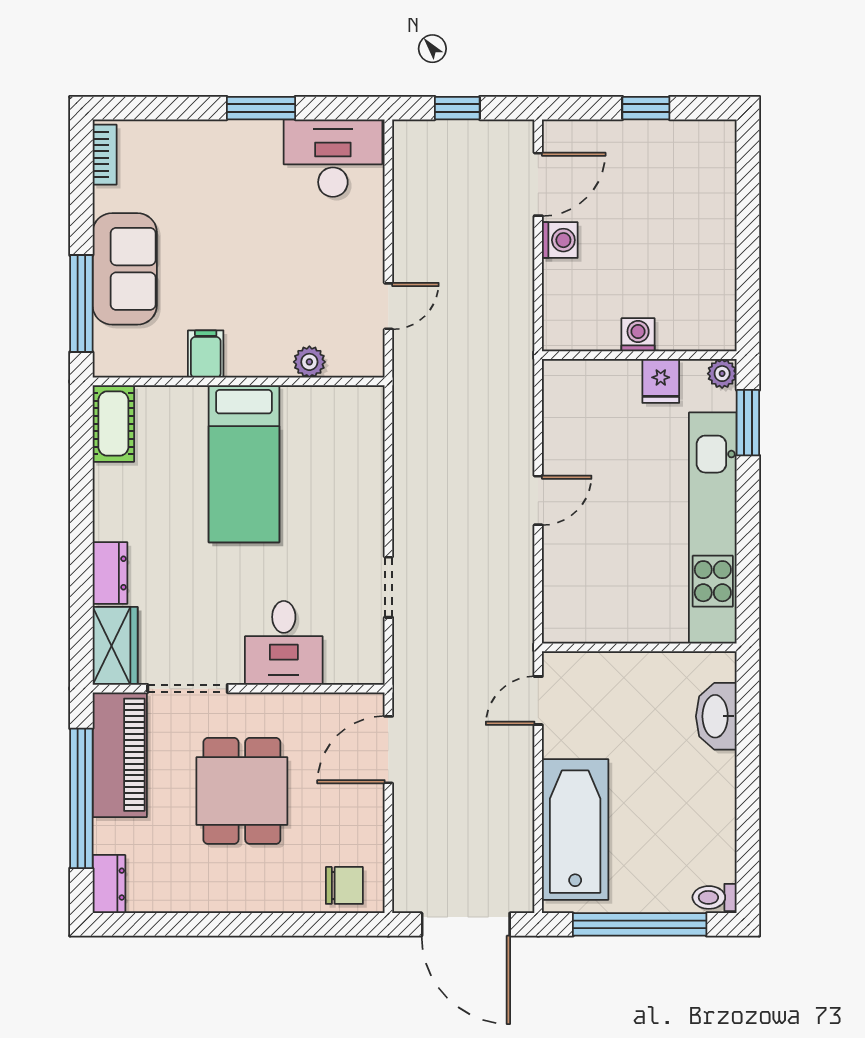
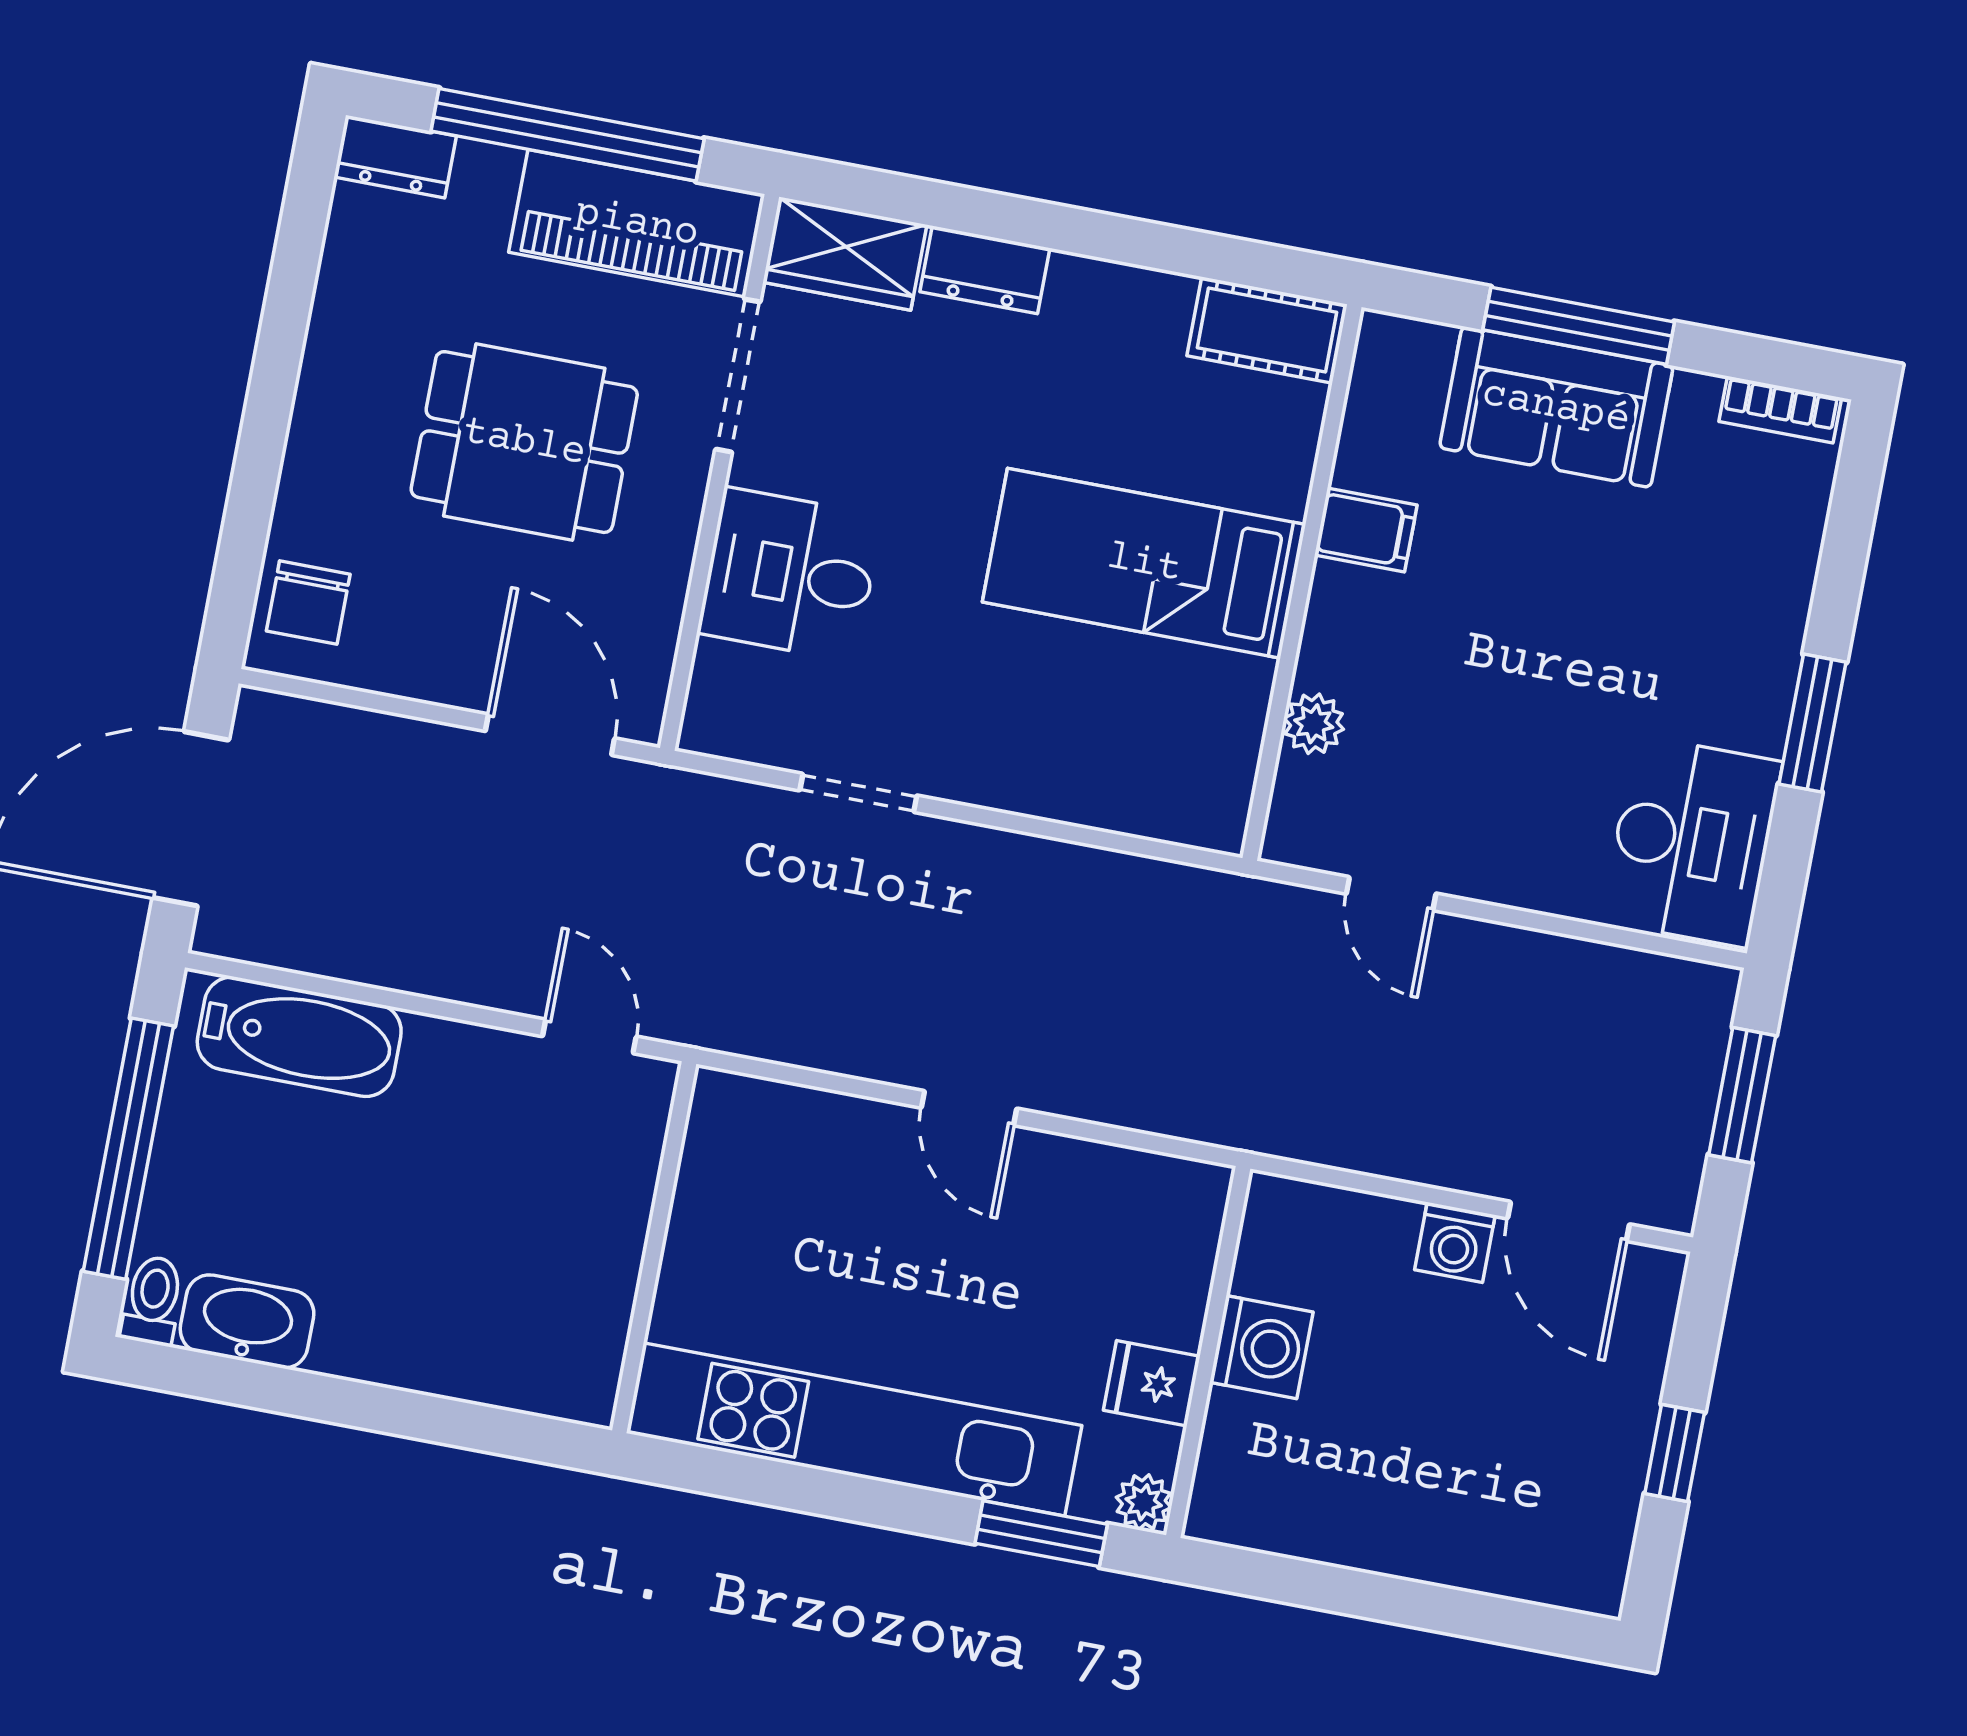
window: (457, 108) -> (1742, 1095), width x1.50
window: (81, 304) -> (1579, 326), moved
washing machine: (638, 335) -> (1261, 1347), width x1.38, depth x1.38
washbasin: (716, 716) -> (247, 1321), moved
bathtub: (575, 830) -> (299, 1037), width x0.73, depth x0.73

